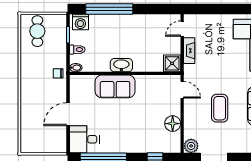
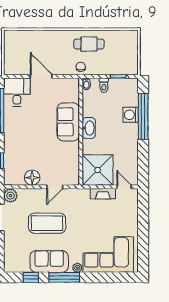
washing machine: (80, 22) -> (131, 115), moved
cafe table: (37, 31) -> (89, 44), moved
shower: (172, 63) -> (98, 170), width x1.86, depth x1.86
door: (182, 90) -> (55, 187), moved
coffee table: (220, 108) -> (47, 223), width x1.36, depth x1.32

